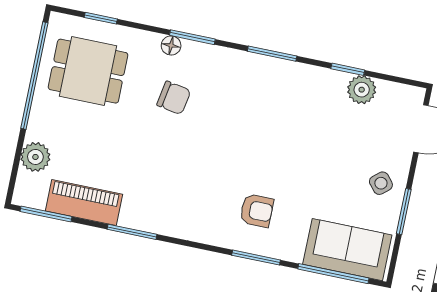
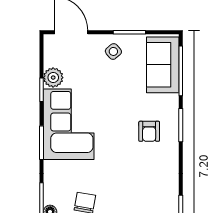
corner sofa: (290, 98) -> (69, 124), added
armchair: (257, 211) -> (149, 131), turned 180

